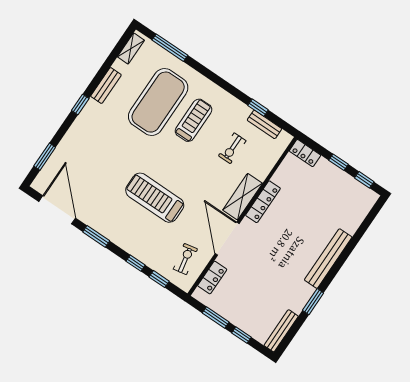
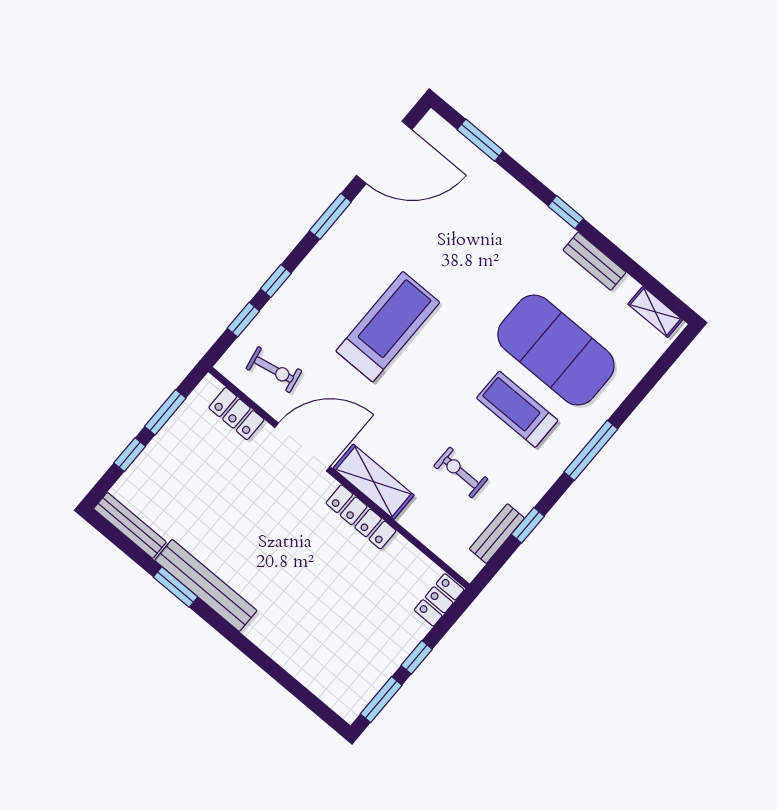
window: (170, 48) -> (591, 450), moved
treadmill: (194, 120) -> (517, 409), turned 180
window: (364, 180) -> (381, 700), width x1.50
bench: (328, 259) -> (206, 585), moved

